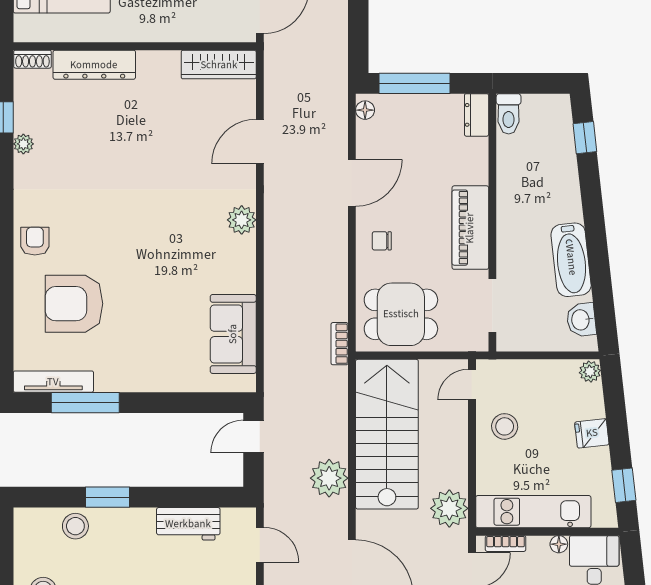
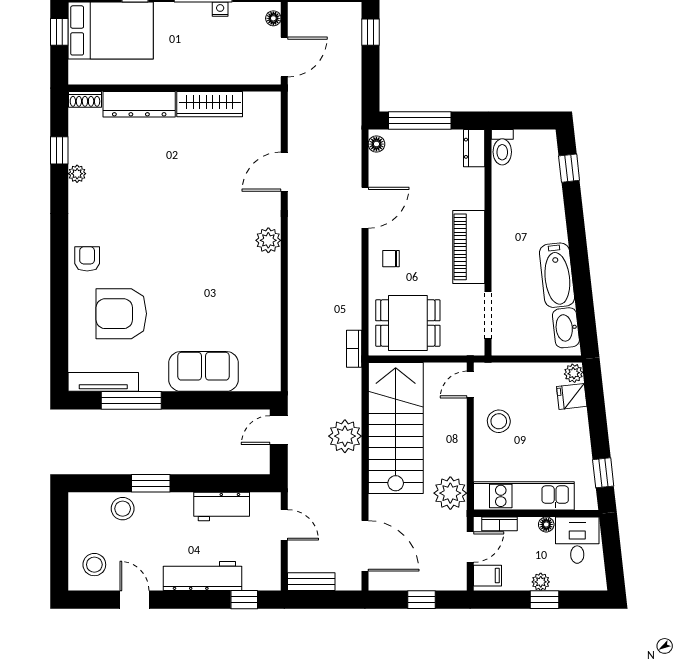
wardrobe: (219, 65) -> (210, 104), moved
washbasin: (581, 320) -> (566, 328), width x1.38
sofa: (233, 334) -> (203, 371), moved, turned 90
fridge: (592, 433) -> (572, 396), moved
plant: (329, 478) -> (345, 436), moved

